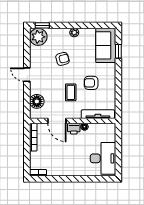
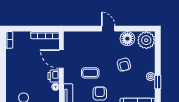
window: (42, 25) -> (158, 82), moved
door: (27, 75) -> (108, 29), hinge flipped
floor lamp: (37, 101) -> (127, 39), moved
door: (57, 121) -> (61, 59), hinge flipped

